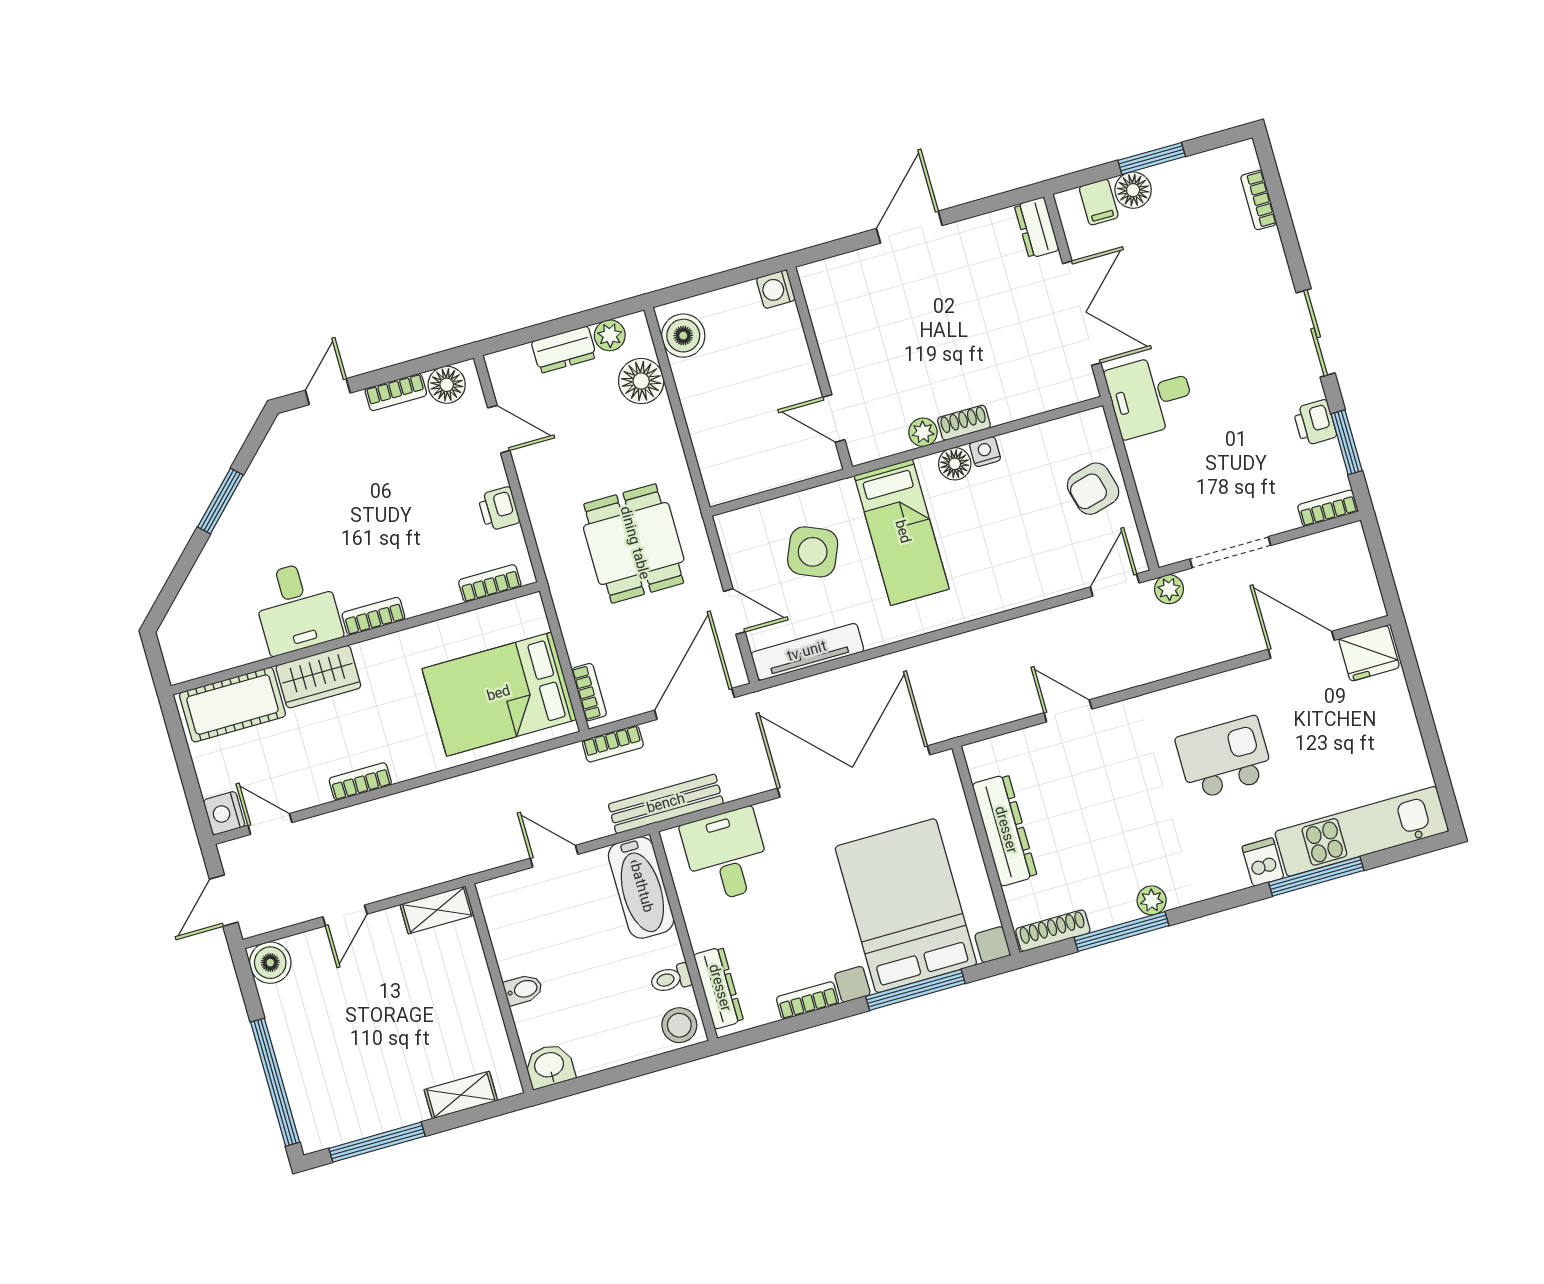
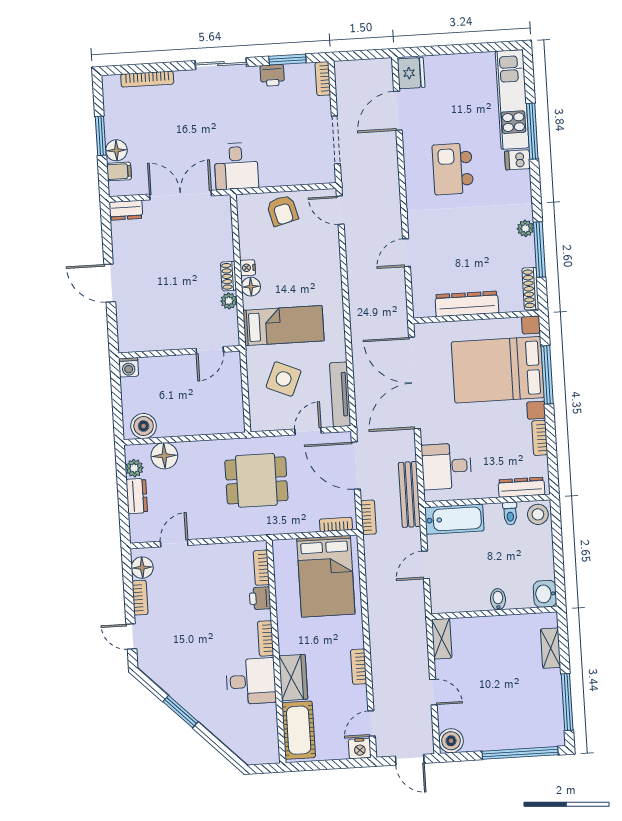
bookcase: (1259, 200) -> (147, 79), width x1.56
printer: (499, 509) -> (260, 598), moved, turned 90
plant: (1169, 589) -> (349, 180), removed

